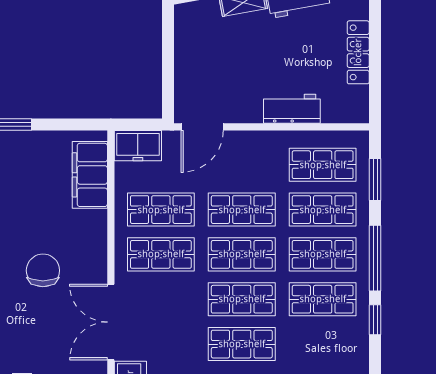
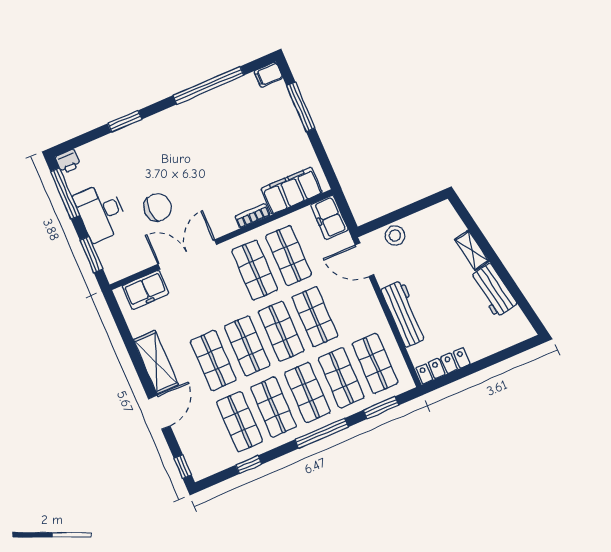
locker: (358, 52) -> (443, 366), moved
stool: (190, 81) -> (395, 236), added
workbench: (292, 109) -> (404, 314), width x1.38
bookcase: (99, 231) -> (252, 216), added
chair: (43, 270) -> (158, 207), moved
window: (375, 320) -> (249, 465), moved
shop shelf: (323, 344) -> (240, 422), added

